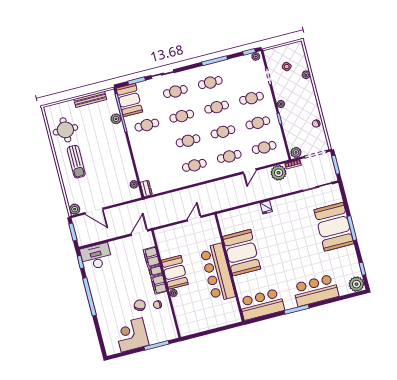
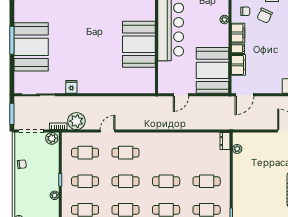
cafe table: (194, 165) -> (207, 181), moved
fridge: (266, 207) -> (71, 87), moved
booth: (175, 272) -> (213, 70), moved, width x1.36, depth x1.42

